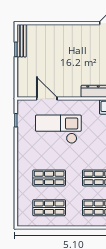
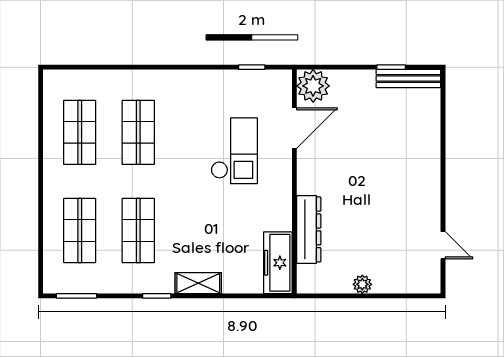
plant: (25, 89) -> (313, 86), added
checkout: (58, 129) -> (234, 151), width x0.73, depth x0.83

